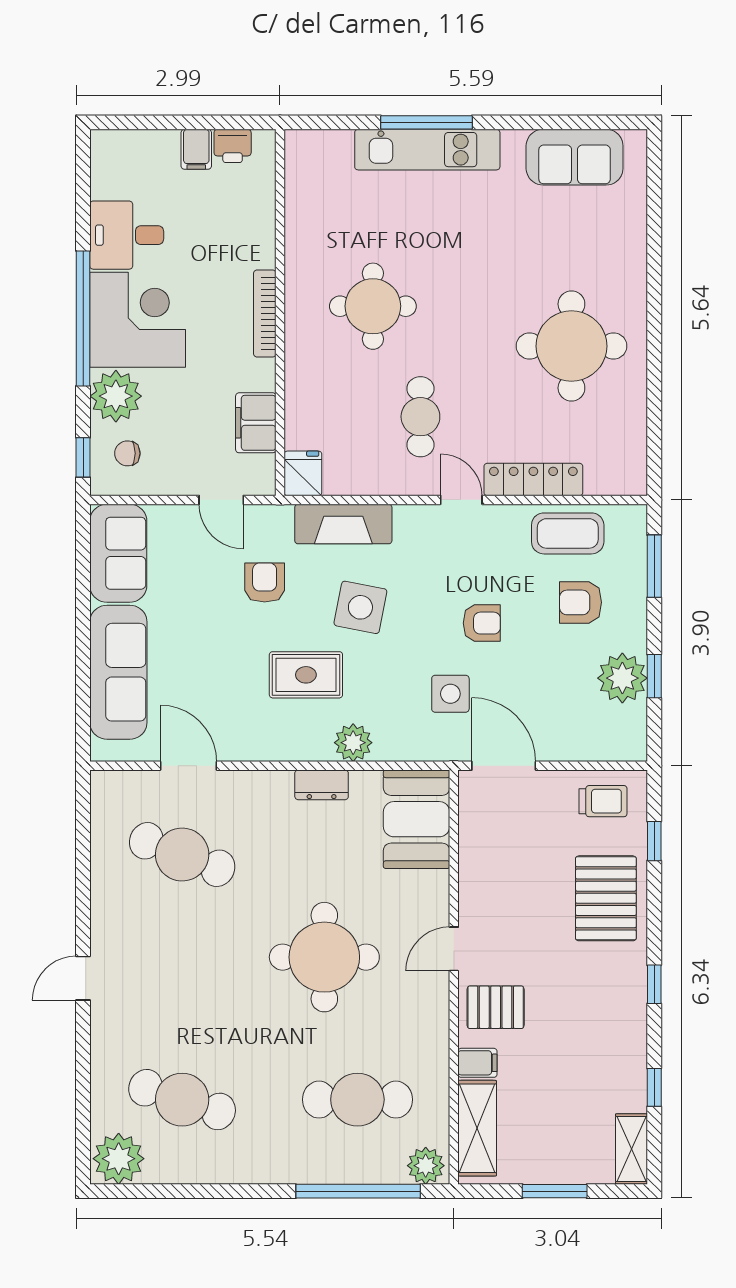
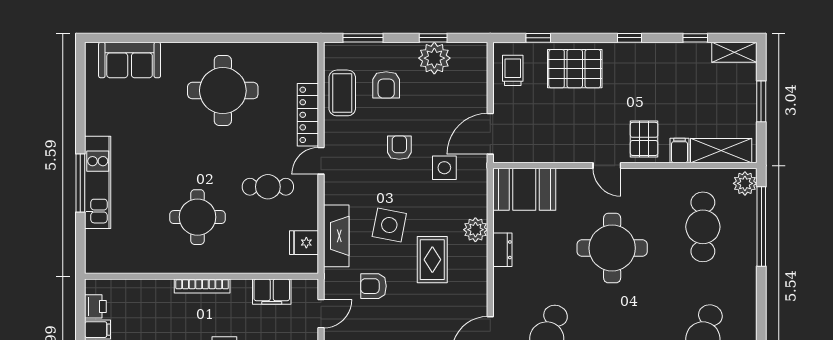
sofa: (575, 157) -> (130, 60), moved, turned 90
fridge: (303, 473) -> (304, 243), moved

